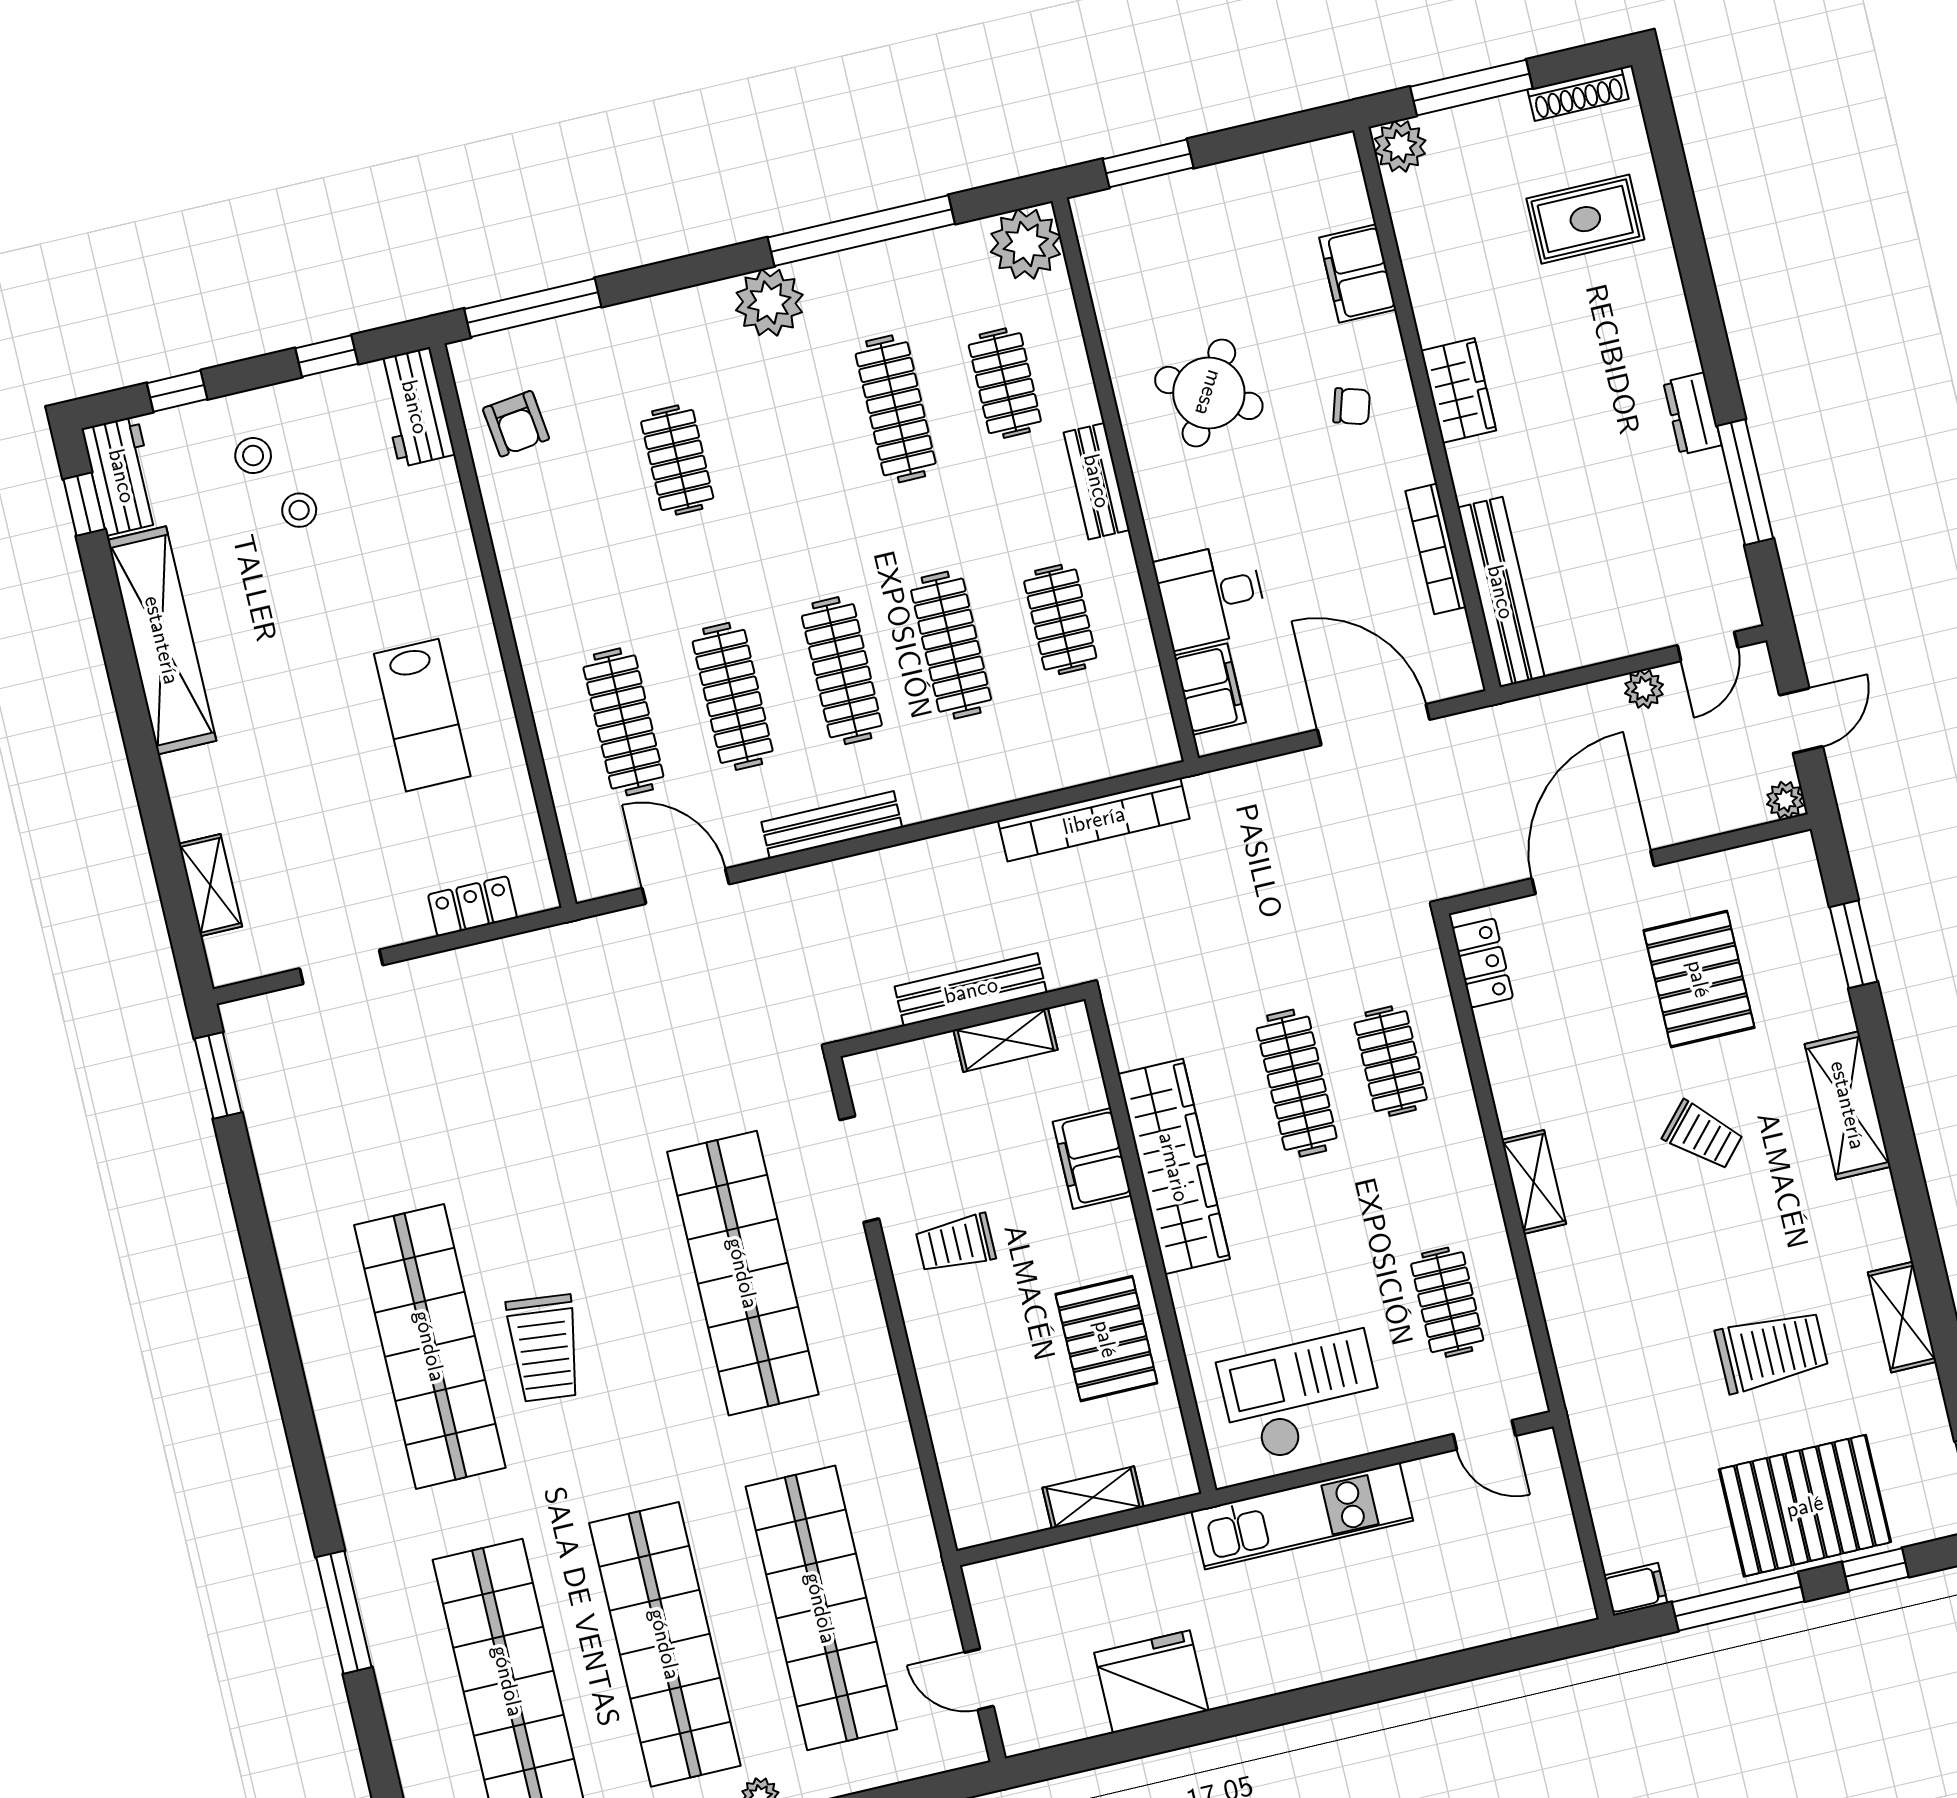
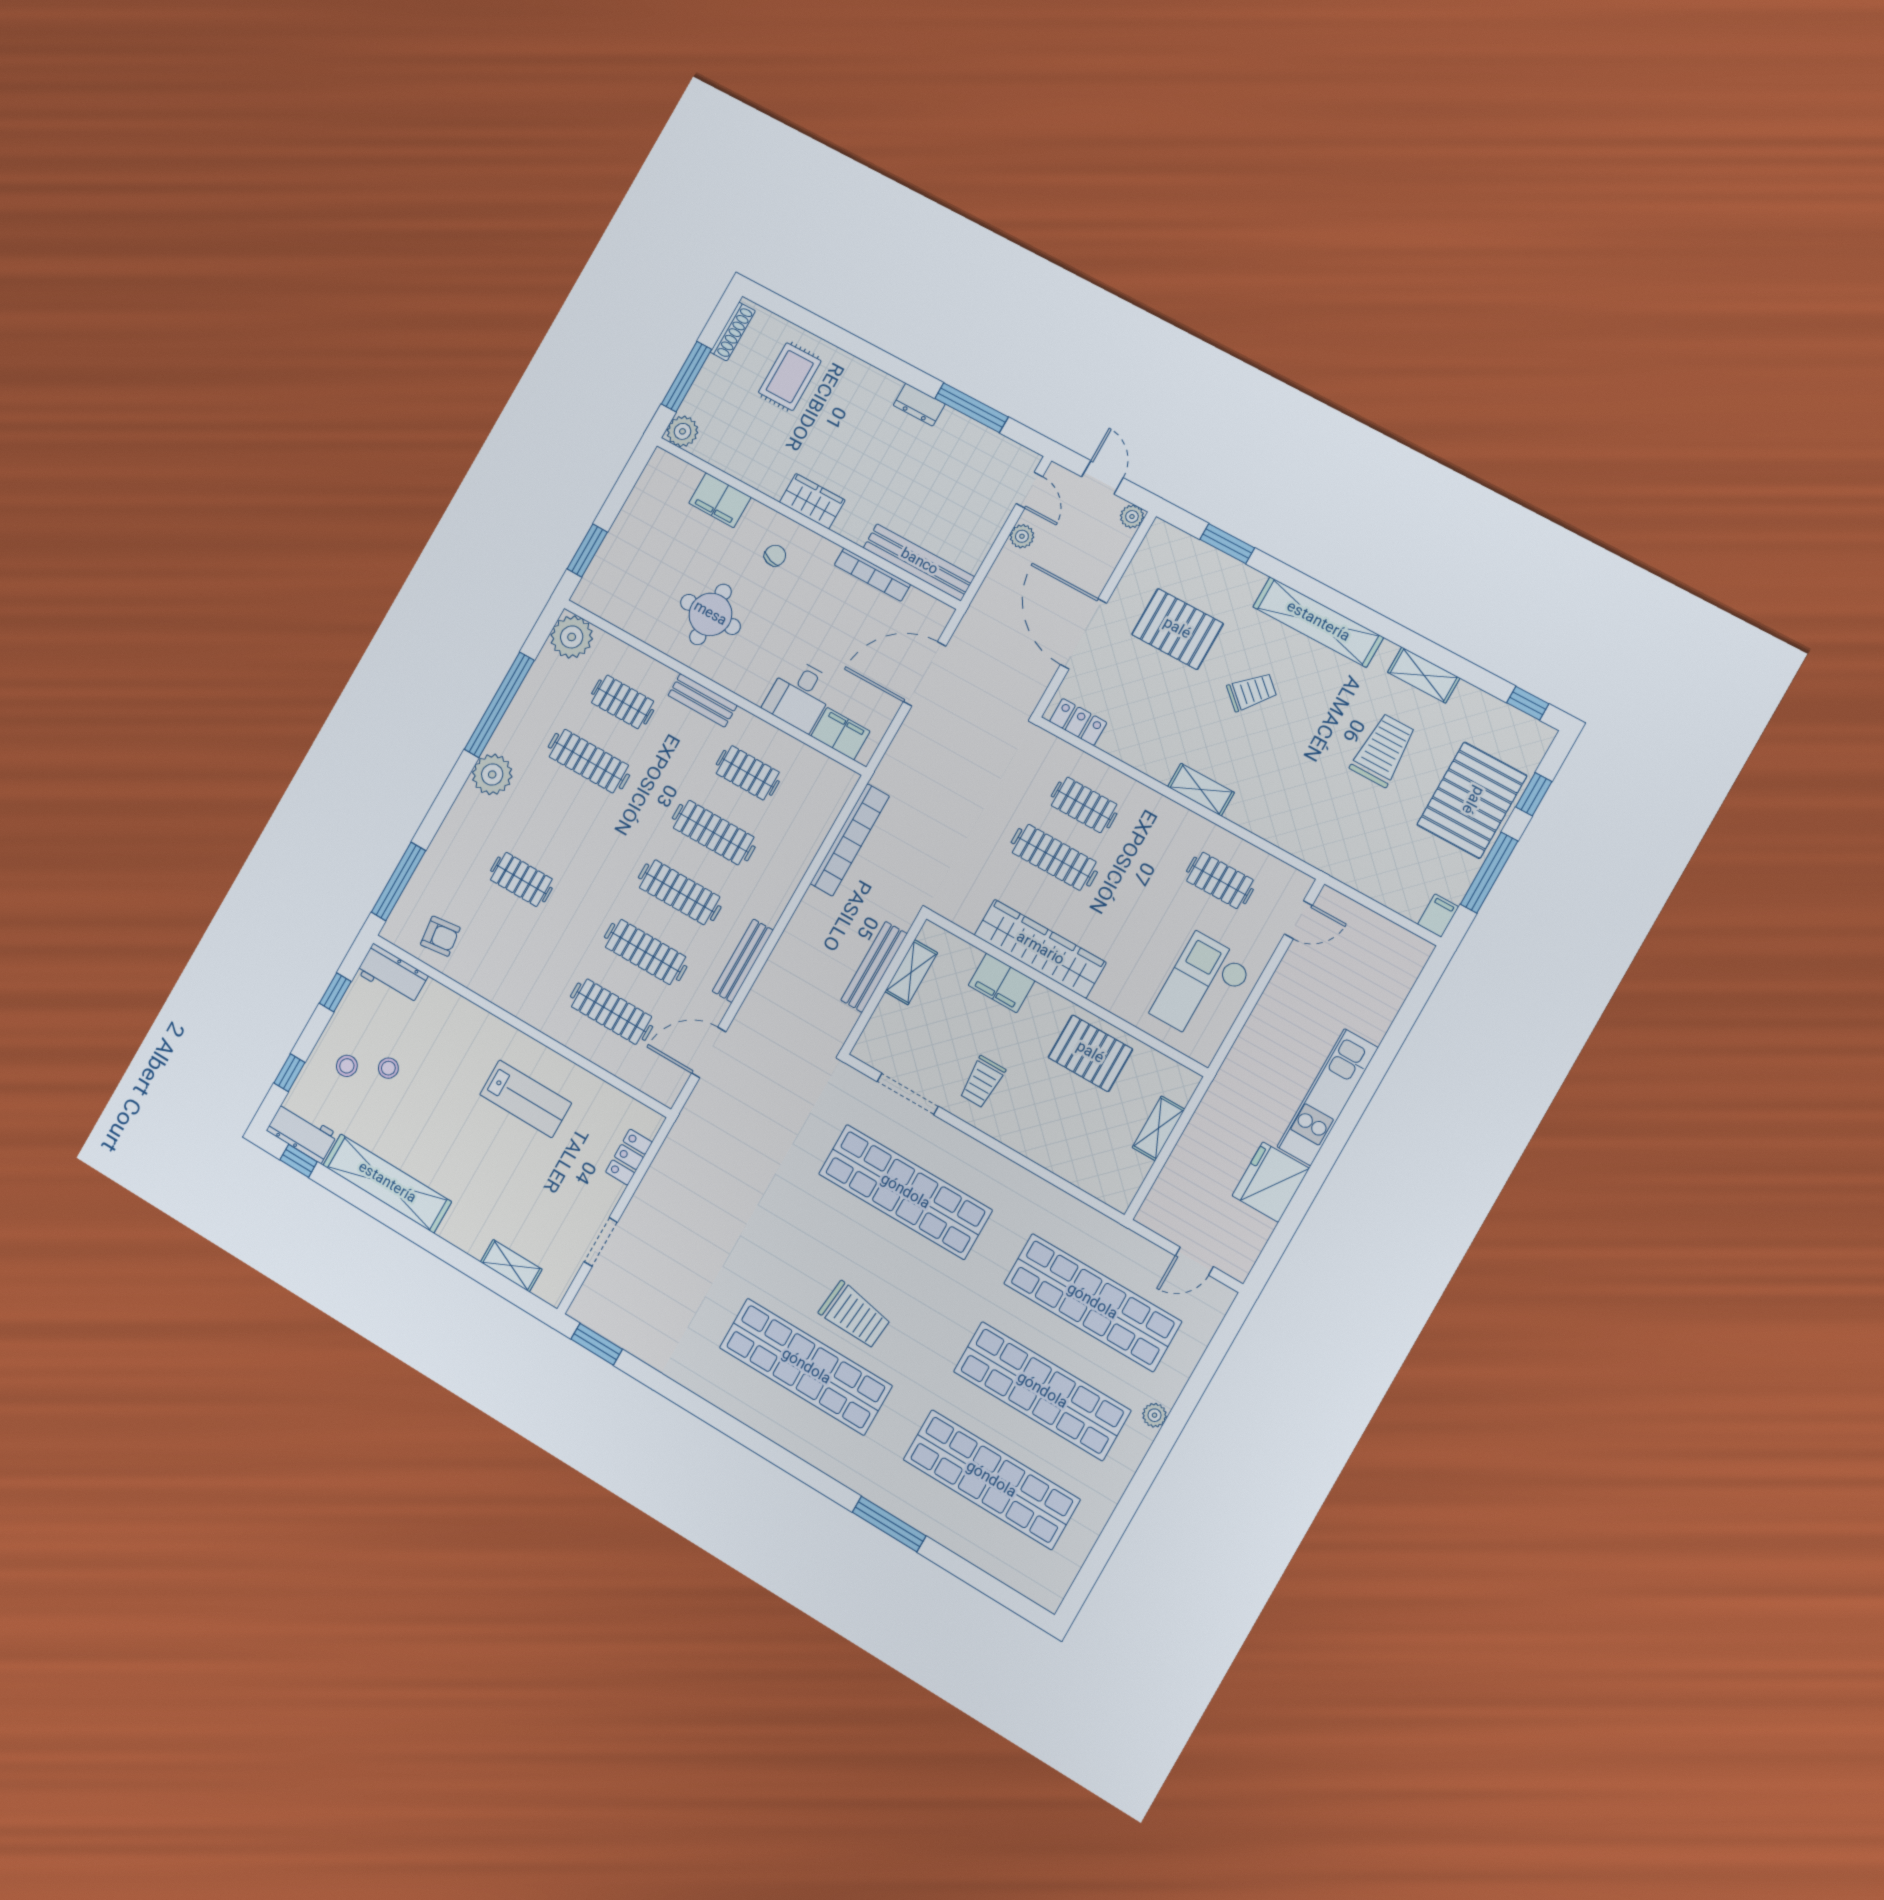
round table: (1209, 393) -> (710, 614), turned -31
shelving: (1848, 1105) -> (1318, 622), width x1.47
kitchen unit: (1302, 1516) -> (1328, 1097), moved, turned 180

